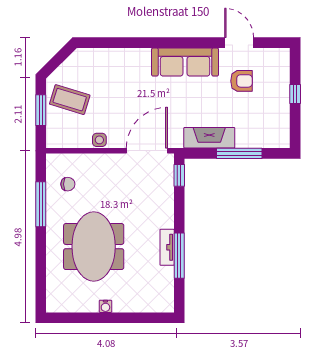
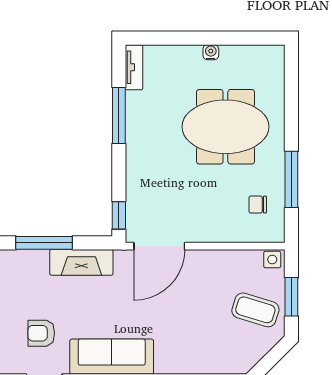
side table: (99, 140) -> (272, 260), moved
meeting table: (94, 247) -> (225, 127), turned 90
tv unit: (167, 247) -> (134, 67), moved

